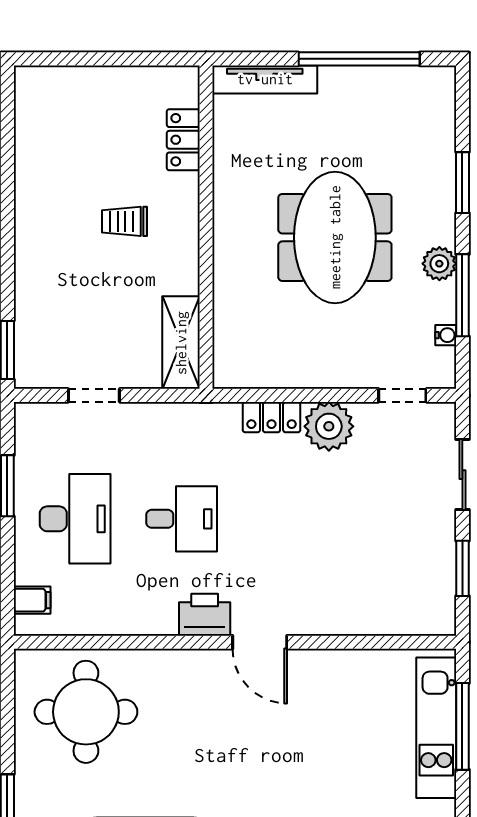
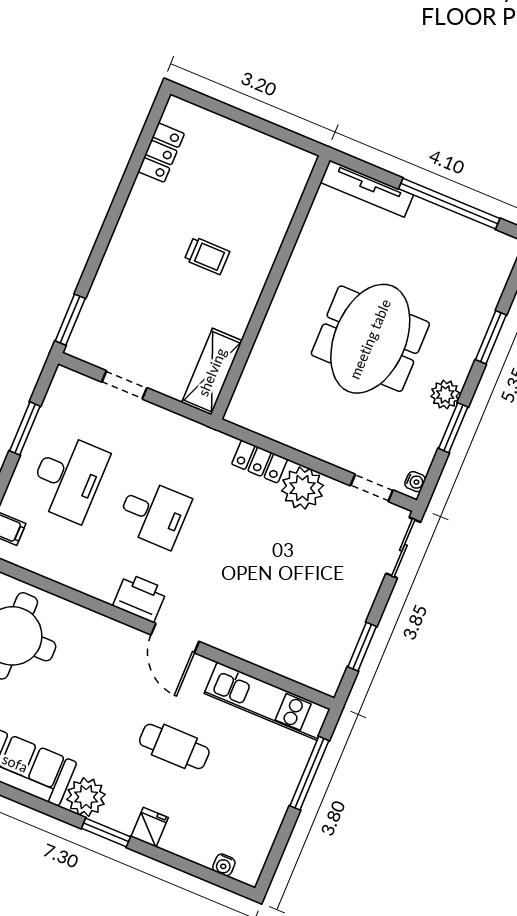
locker: (183, 140) -> (161, 153), moved, turned 180
trolley: (124, 221) -> (207, 256), turned 180
window: (462, 295) -> (453, 428), width x0.69
water cooler: (446, 335) -> (415, 482), moved
sliding door: (462, 475) -> (403, 548), moved
kitchen unit: (436, 728) -> (267, 701), moved, turned -90
cafe table: (307, 758) -> (174, 746), added

